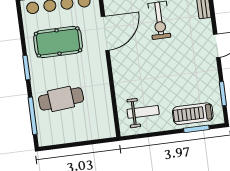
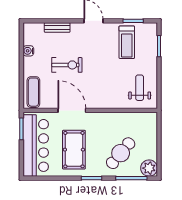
cafe table: (61, 99) -> (121, 153), turned 45
treadmill: (193, 114) -> (127, 42), moved
plant: (47, 136) -> (149, 168), added

